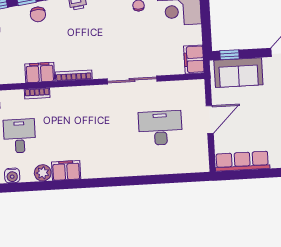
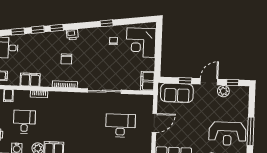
chair: (38, 14) -> (66, 59), moved
window: (229, 55) -> (185, 81), moved
filing cabinet: (40, 73) -> (30, 80), moved

